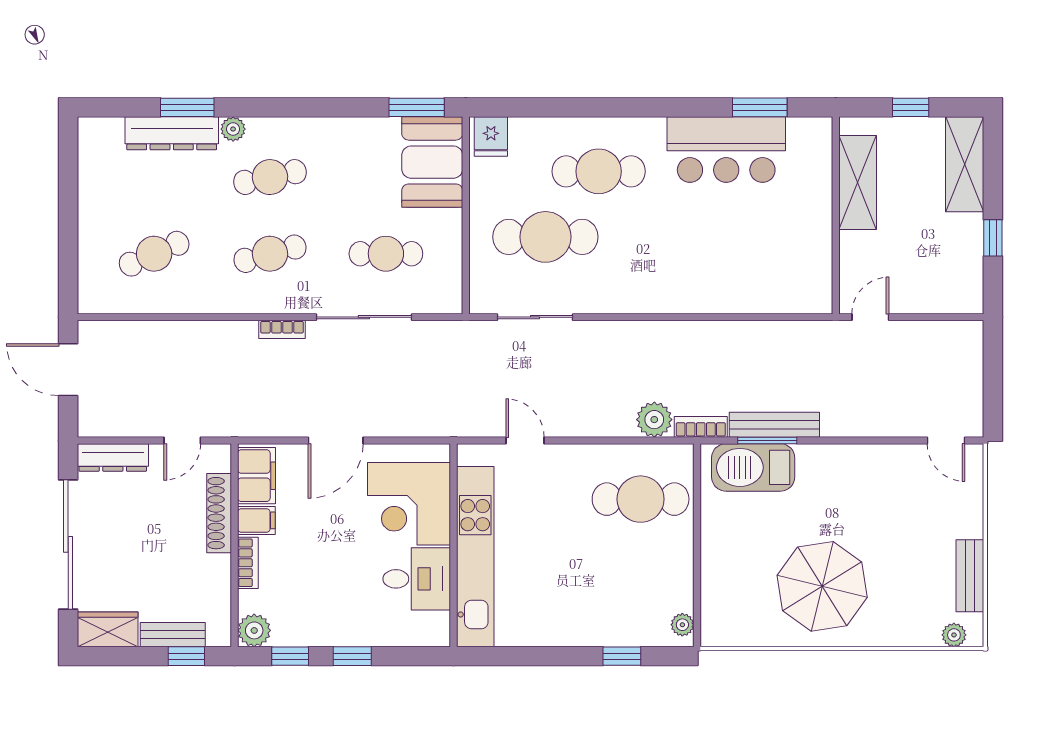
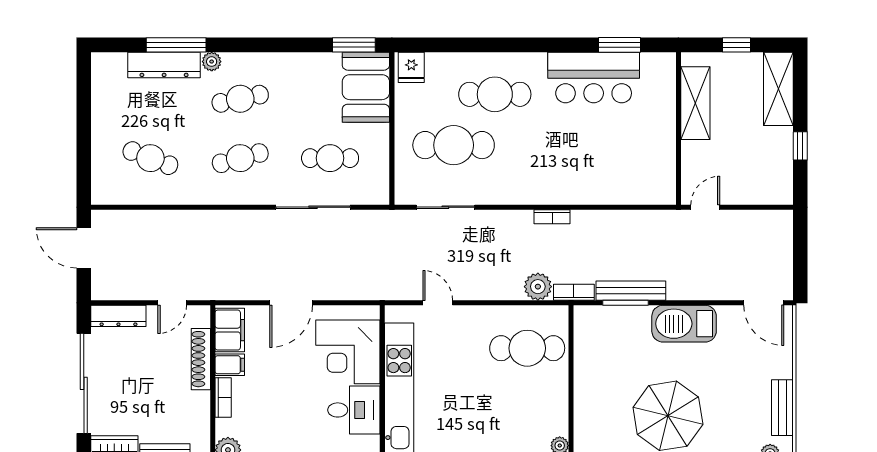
window: (187, 107) -> (176, 45), width x1.44
cafe table: (154, 254) -> (150, 158), turned 45
bookcase: (282, 329) -> (552, 217), moved
door: (946, 440) -> (764, 303), width x1.38
barbecue: (753, 467) -> (684, 324), moved

